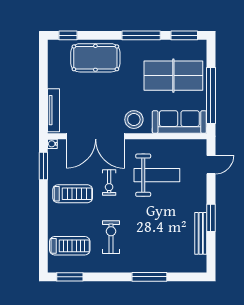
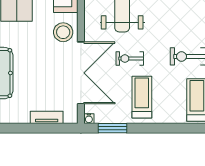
tv unit: (54, 110) -> (47, 117), width x0.71
exercise bike: (109, 182) -> (130, 59), turned 180

